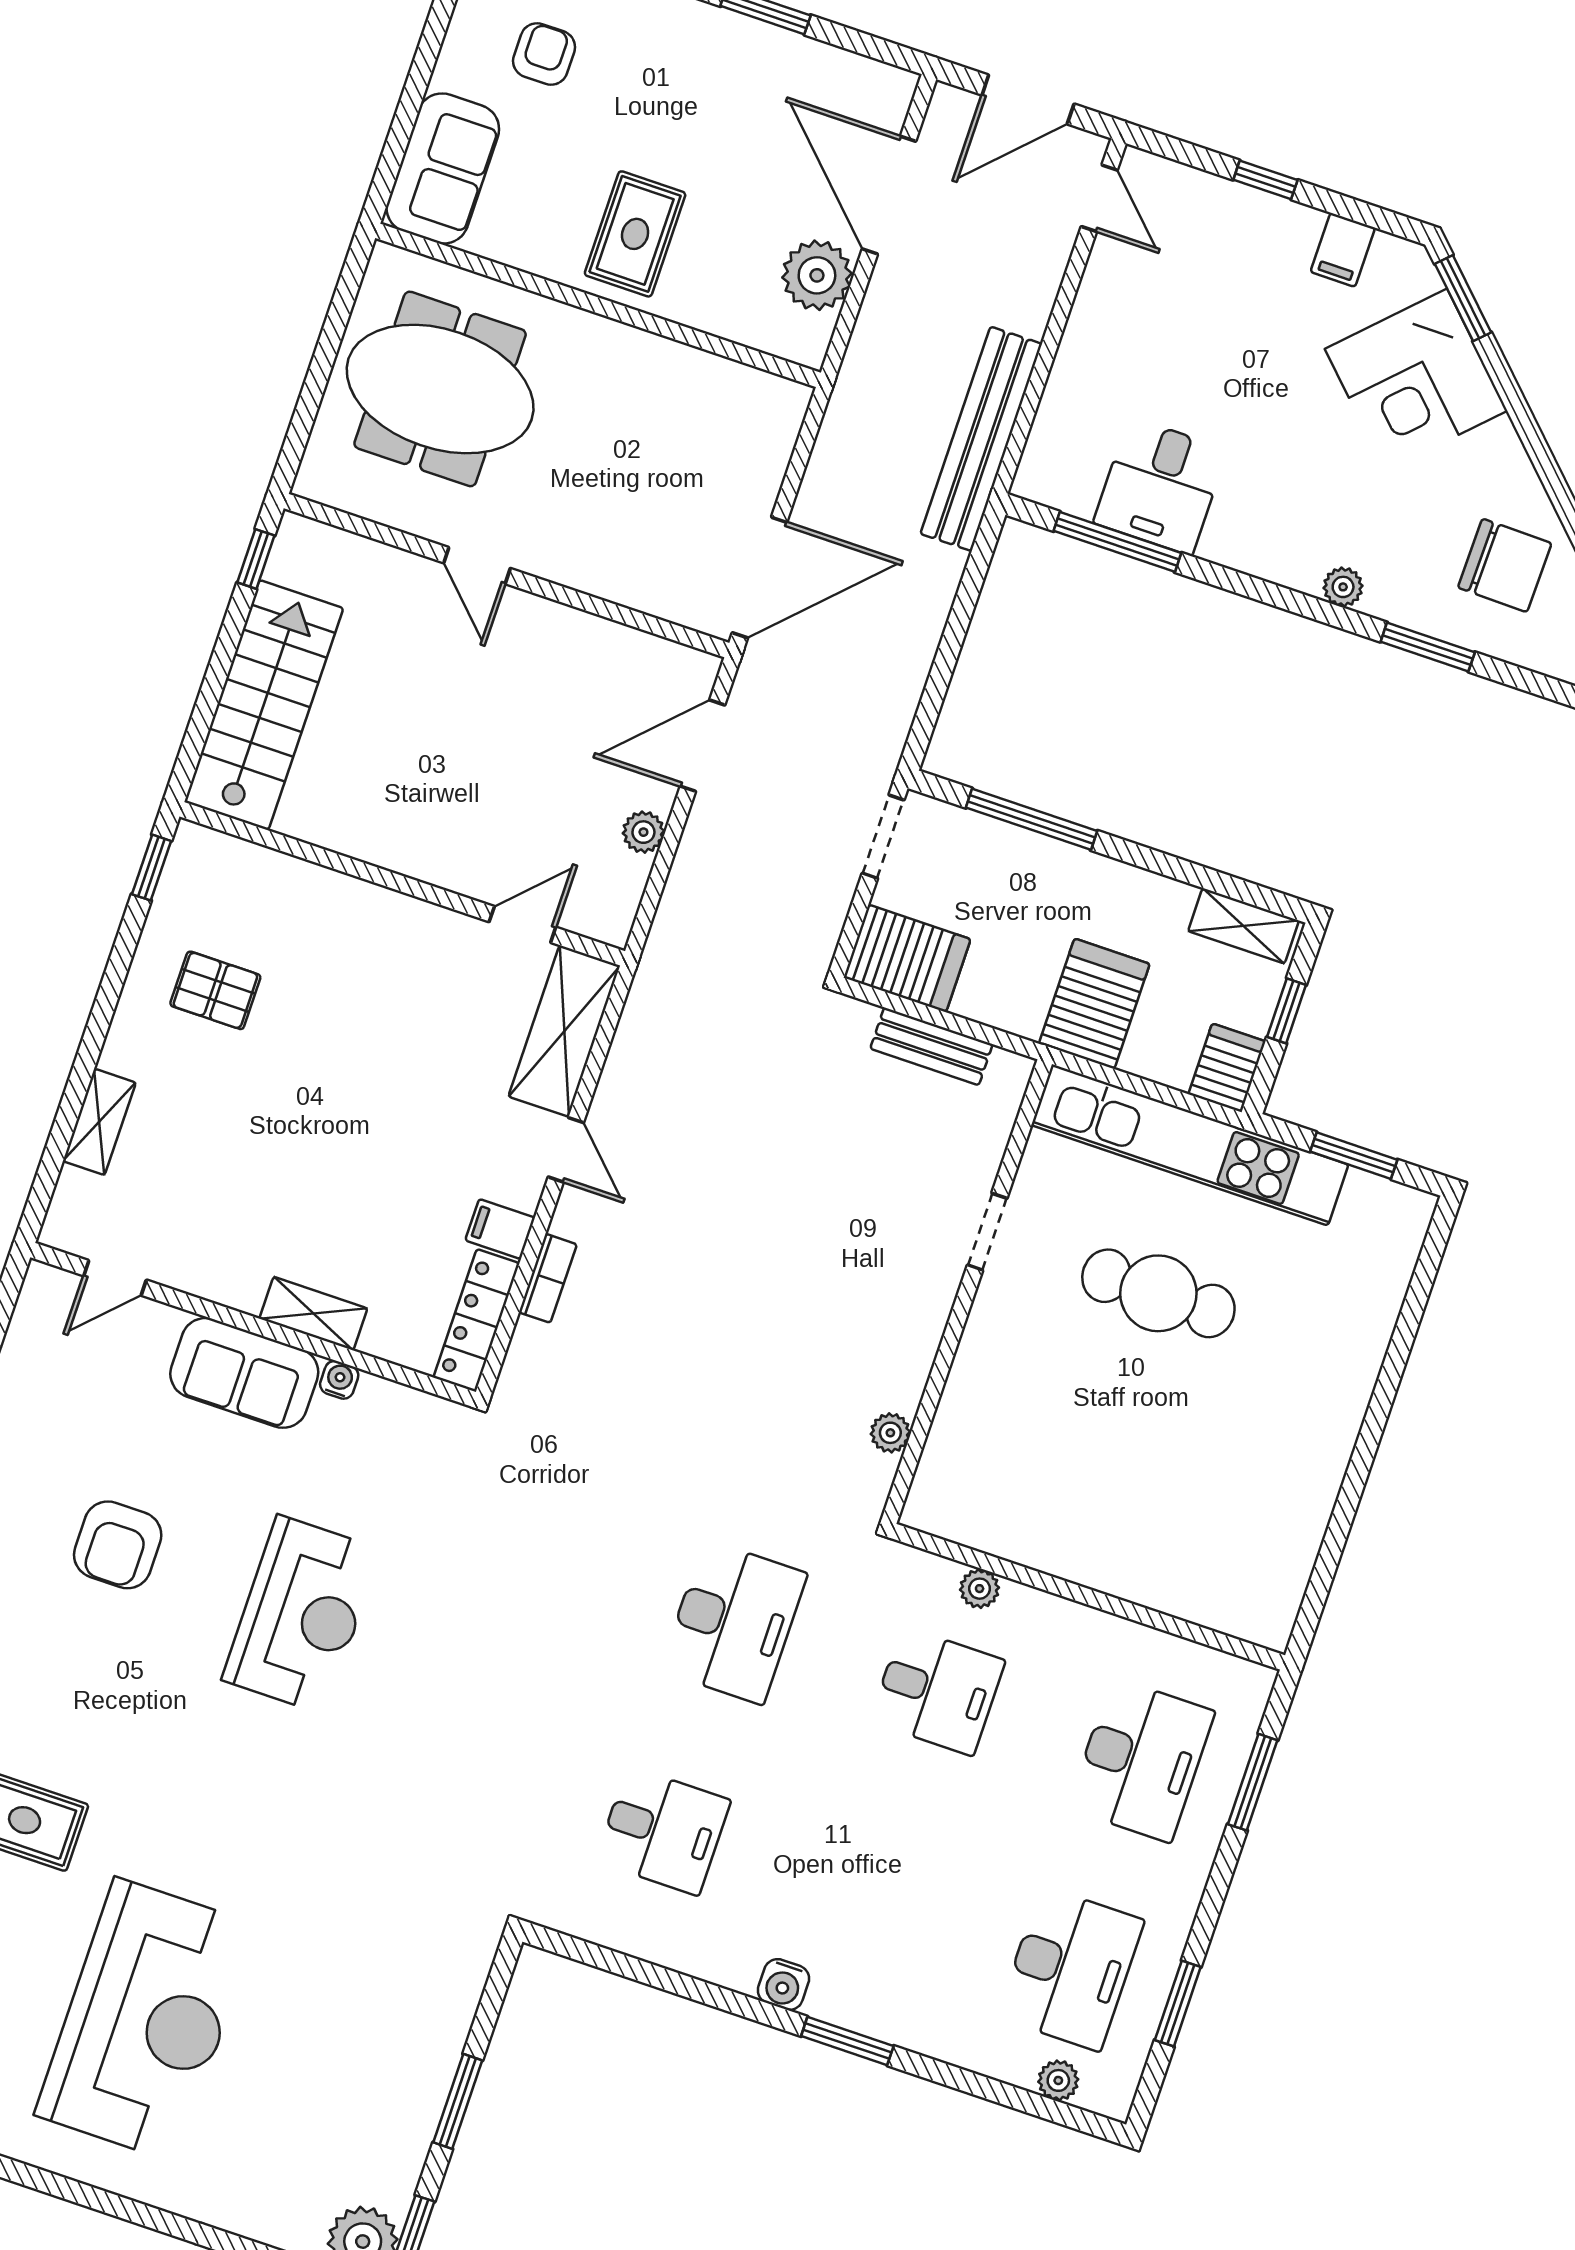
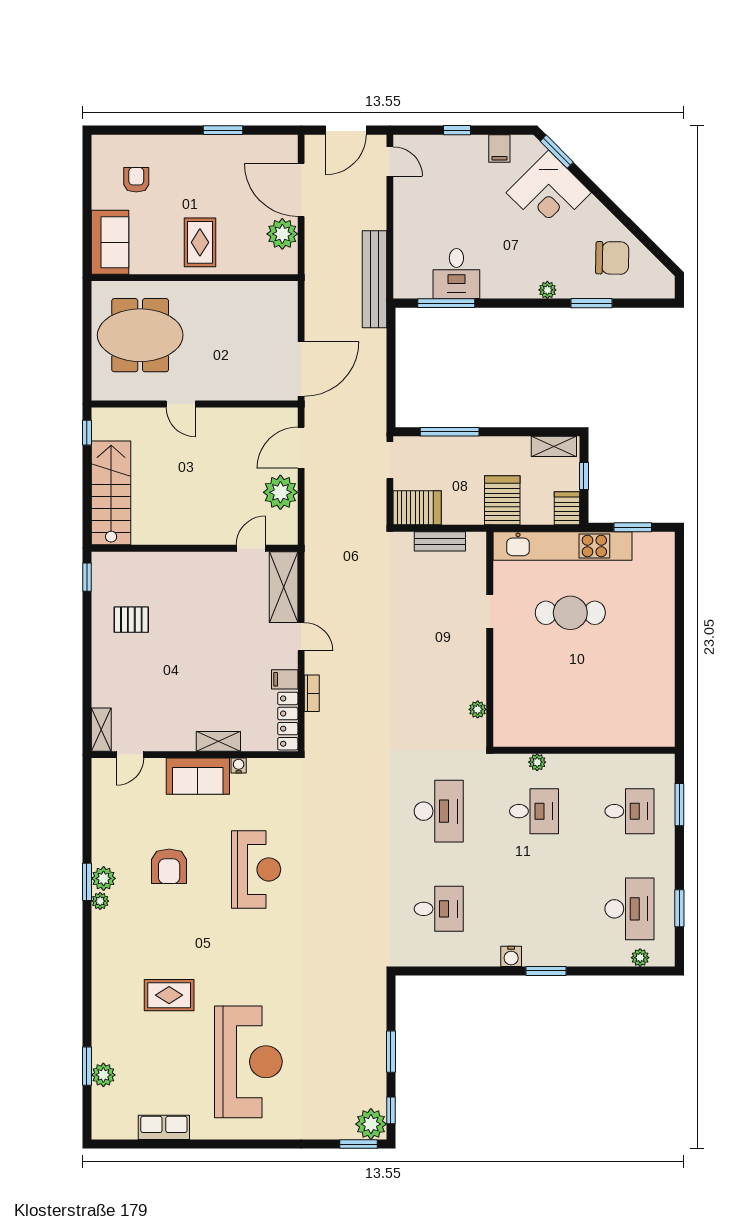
plant: (643, 832) -> (280, 492), width x1.88, depth x1.88
shelving: (99, 1122) -> (101, 730), moved
desk: (1141, 1760) -> (629, 811), width x0.73

